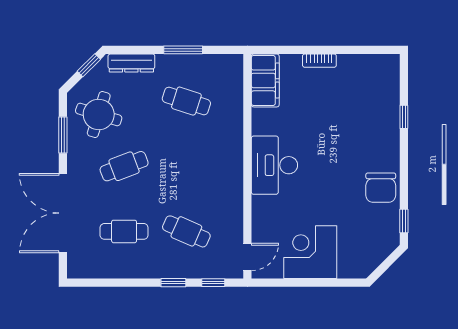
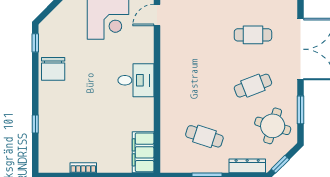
bookcase: (319, 61) -> (83, 168), moved
desk: (274, 165) -> (136, 80), width x0.73
chair: (381, 188) -> (53, 69), turned 180
cafe table: (186, 231) -> (204, 35), removed

